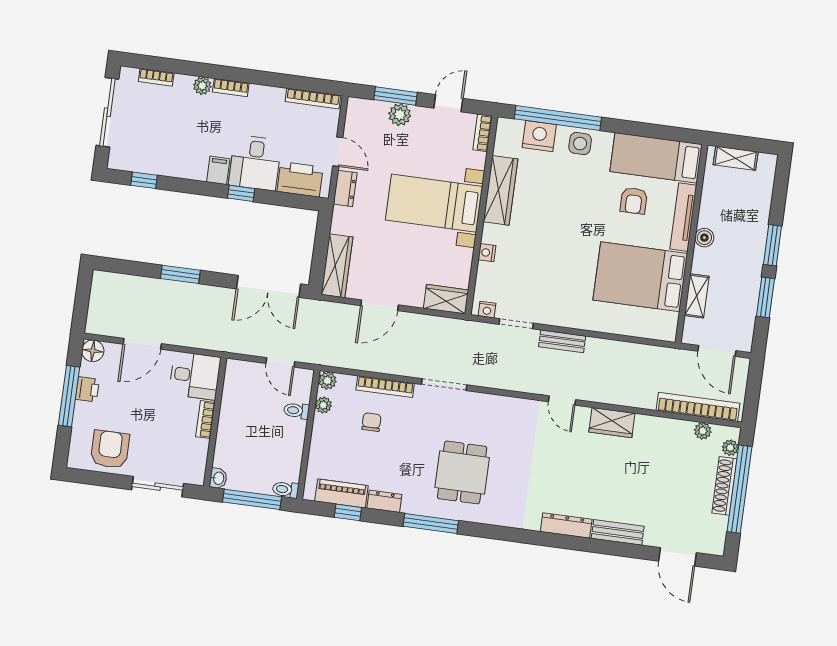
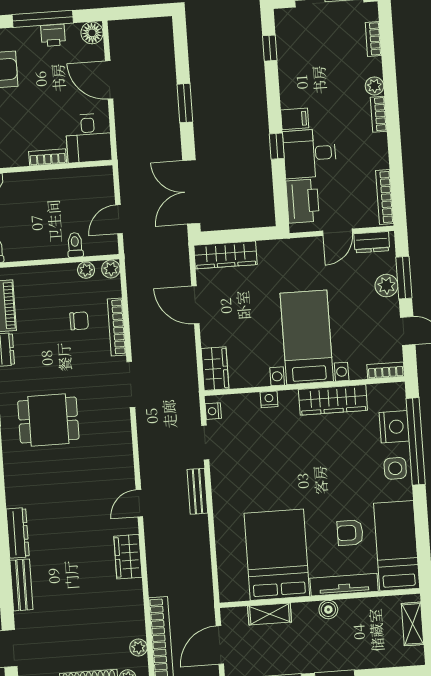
dresser: (345, 188) -> (372, 242), moved

